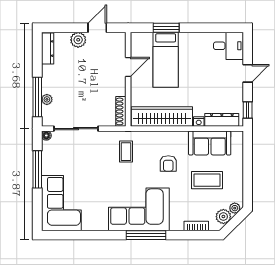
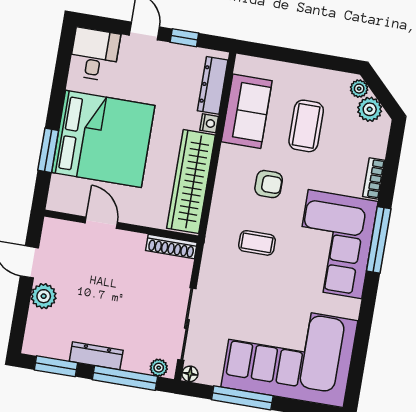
dresser: (48, 49) -> (96, 356), moved
window: (37, 54) -> (56, 366), added
bed: (166, 60) -> (103, 139), width x2.04
plant: (47, 99) -> (159, 368), moved
window: (248, 110) -> (184, 38), moved
coffee table: (126, 152) -> (257, 243), moved
corner sofa: (61, 203) -> (289, 354), width x1.36, depth x1.36
bookcase: (196, 226) -> (374, 178), moved

